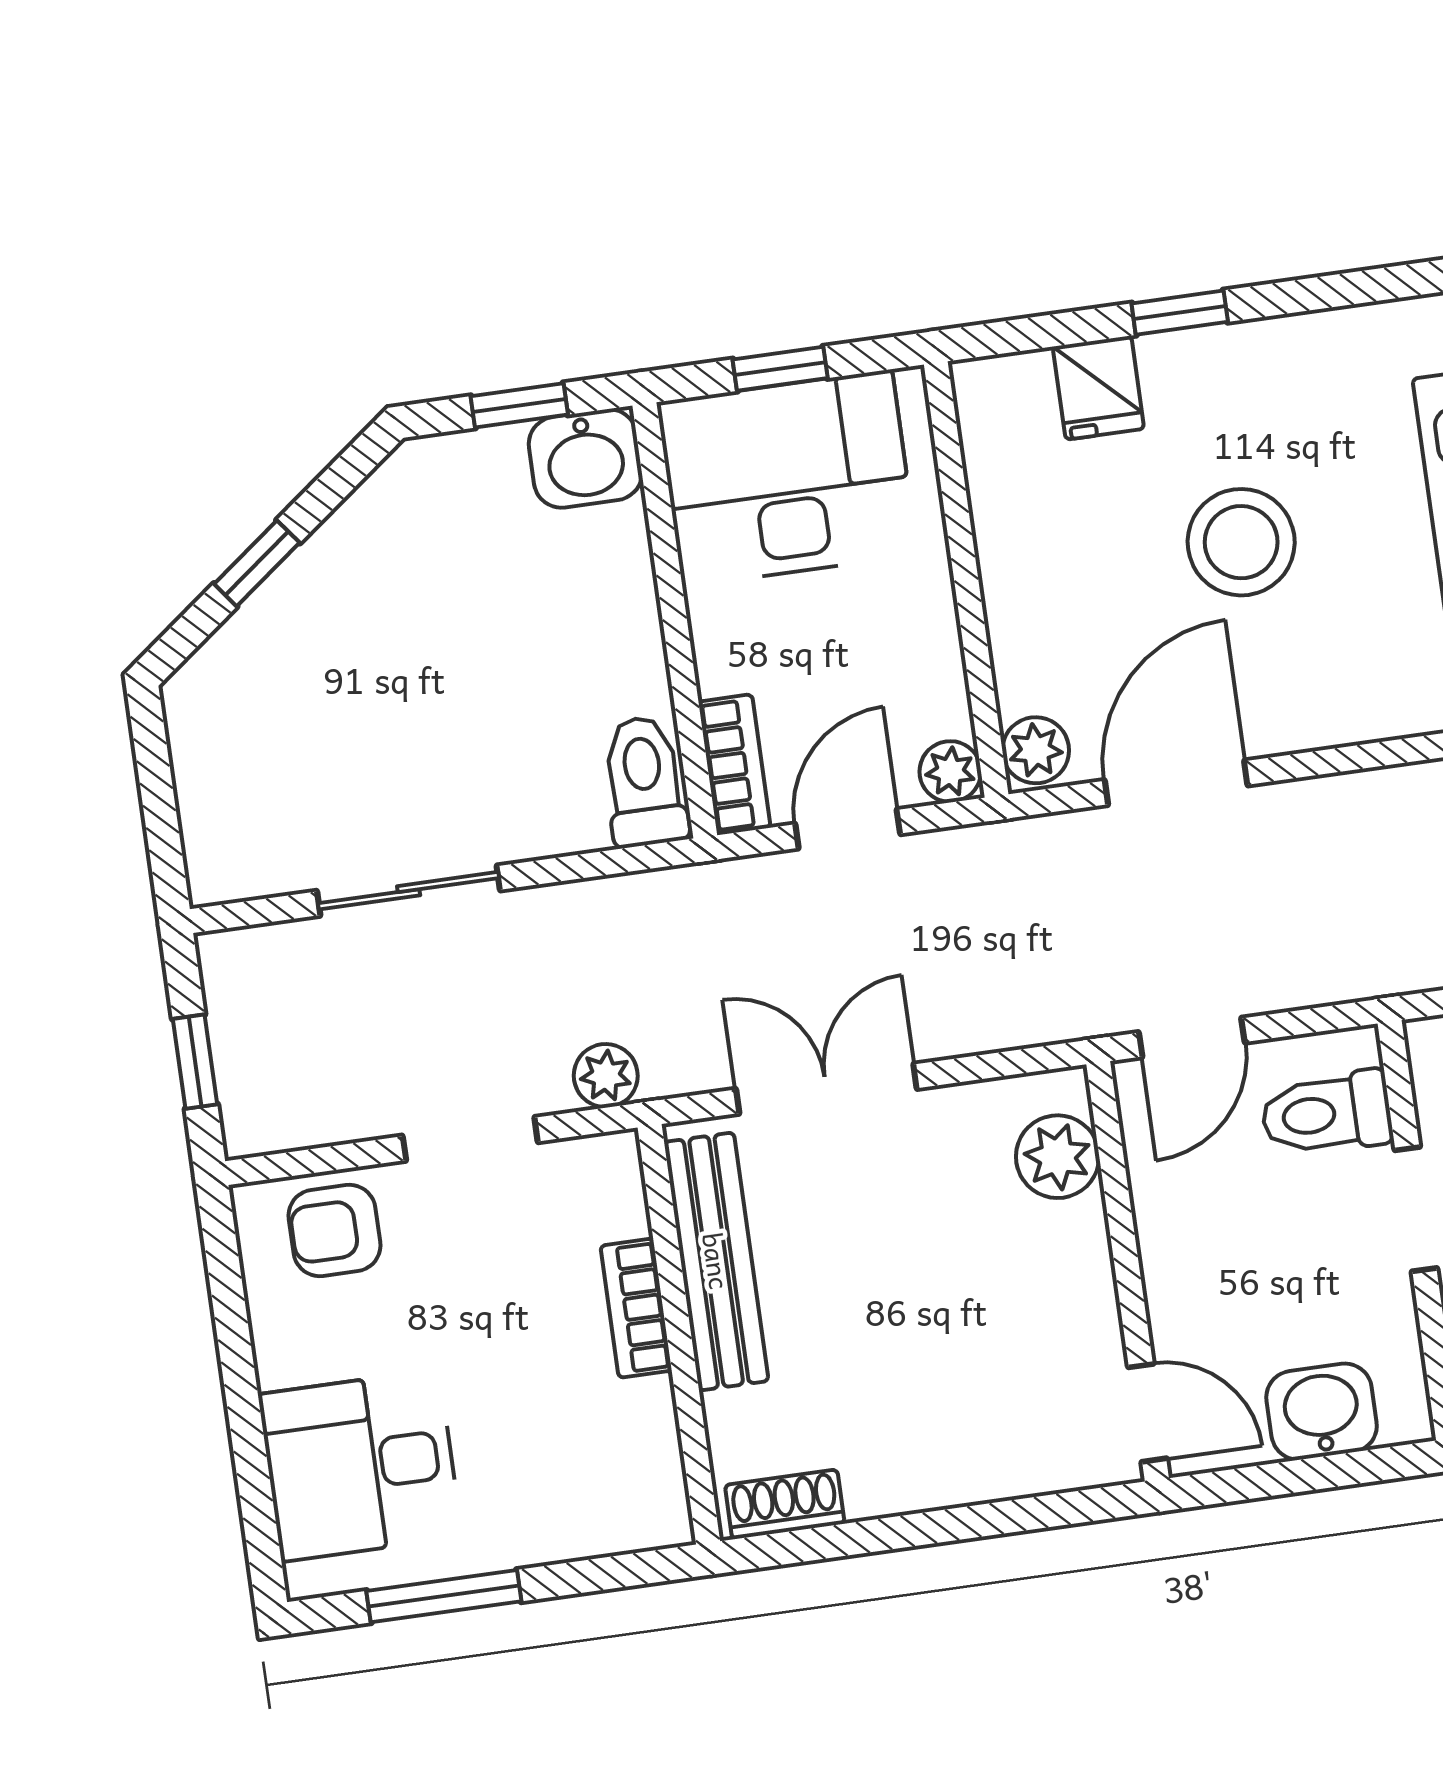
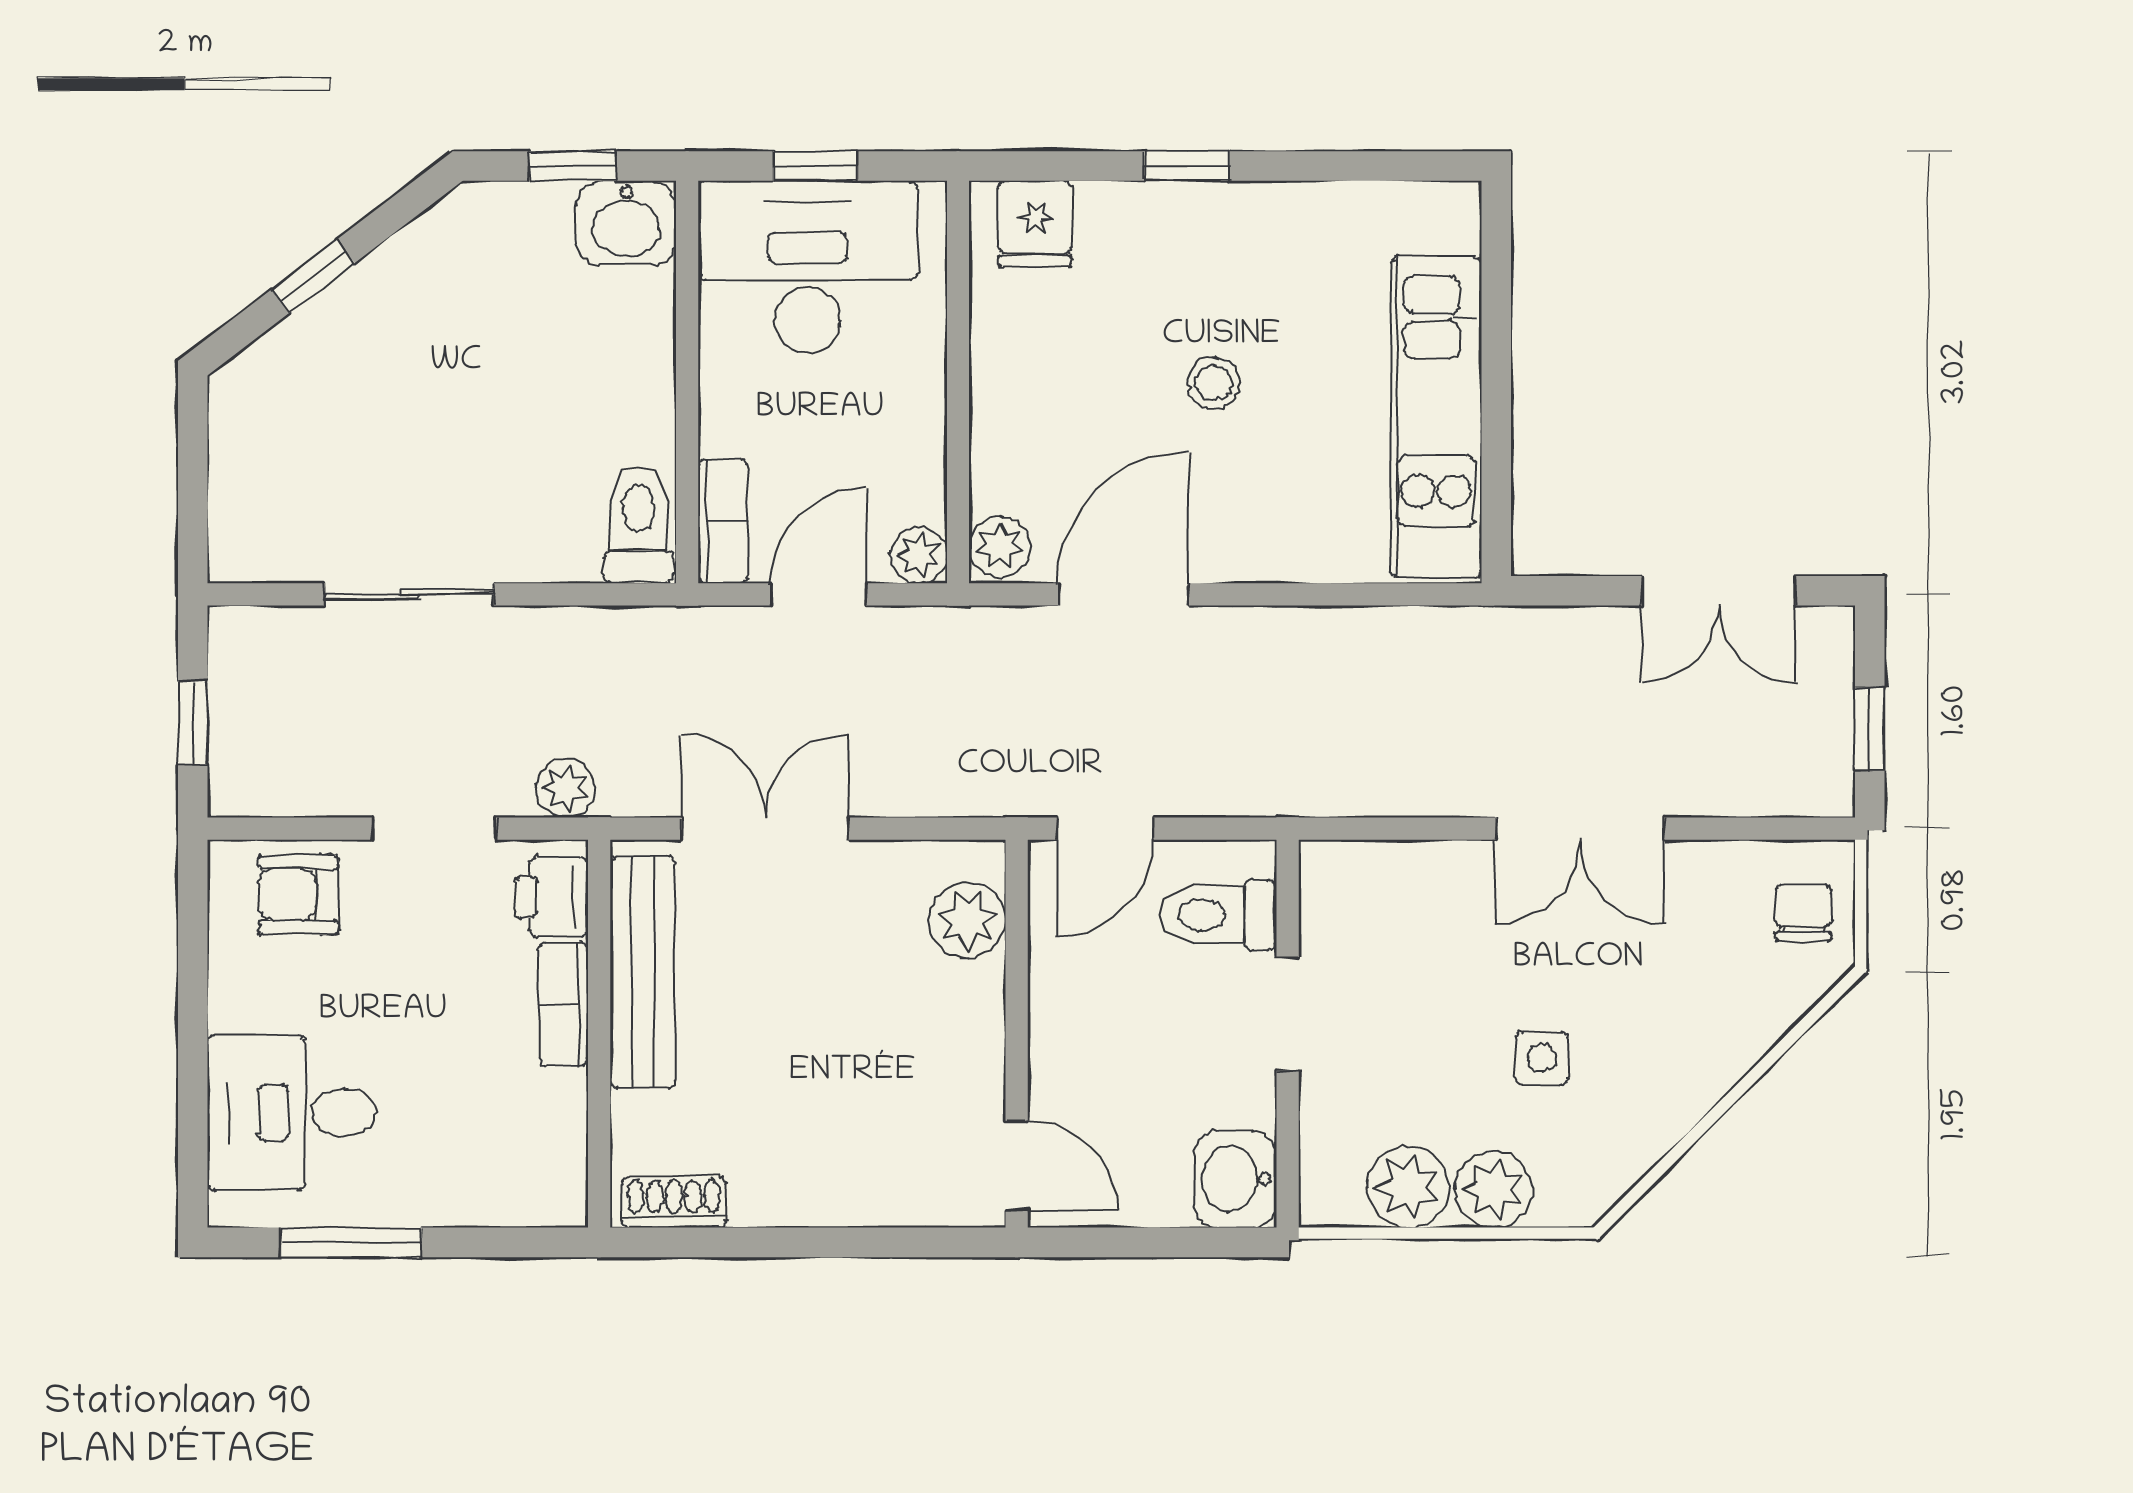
fridge: (1098, 388) -> (1035, 224), moved
stool: (1241, 542) -> (1214, 383), width x0.53, depth x0.53
printer: (607, 1194) -> (552, 897), added
washbasin: (1322, 1412) -> (1235, 1179), moved, turned -90

